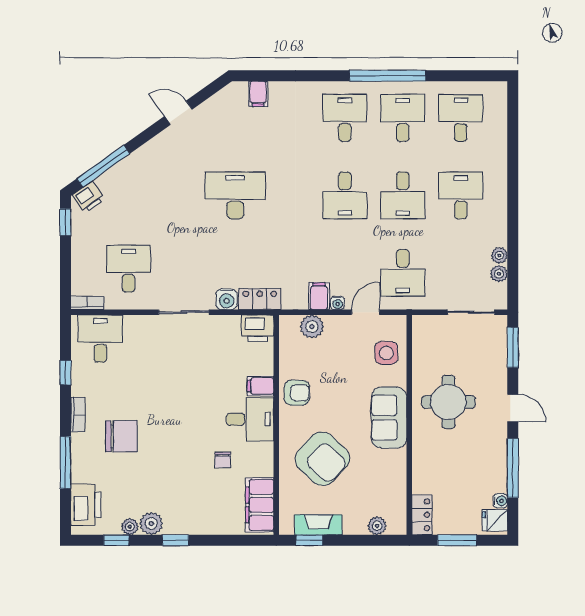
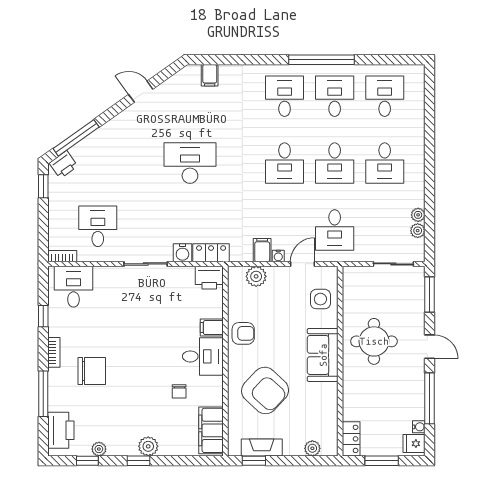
desk: (461, 195) -> (385, 163), turned 180
plant: (151, 523) -> (148, 446), moved

